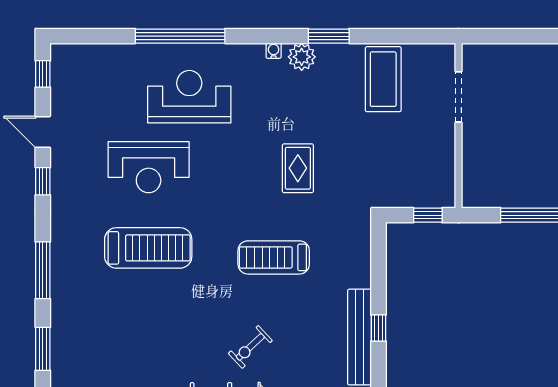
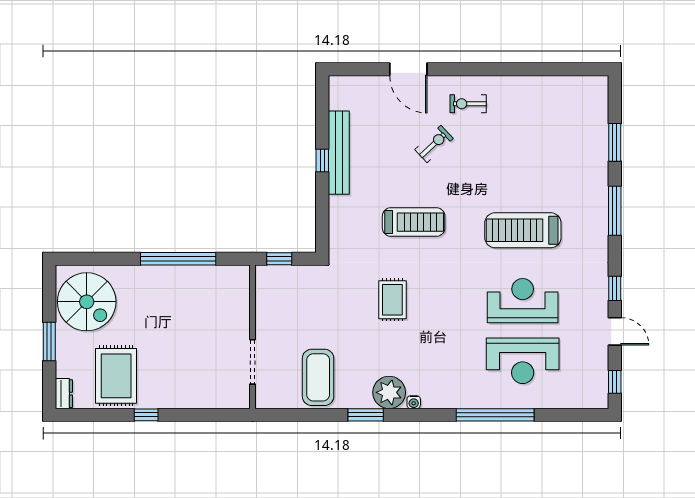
plant: (302, 57) -> (389, 392), width x1.36, depth x1.36
reception desk: (189, 97) -> (523, 361), moved

